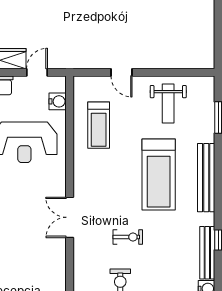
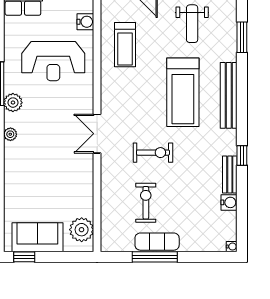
exercise bike: (128, 237) -> (153, 153), width x1.38, depth x1.39
bench: (207, 253) -> (230, 175), width x0.73

